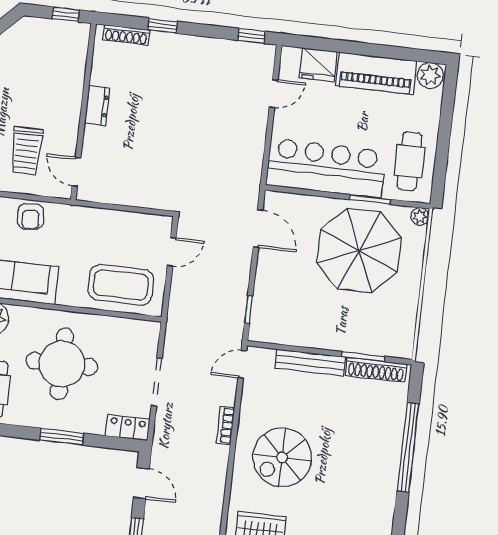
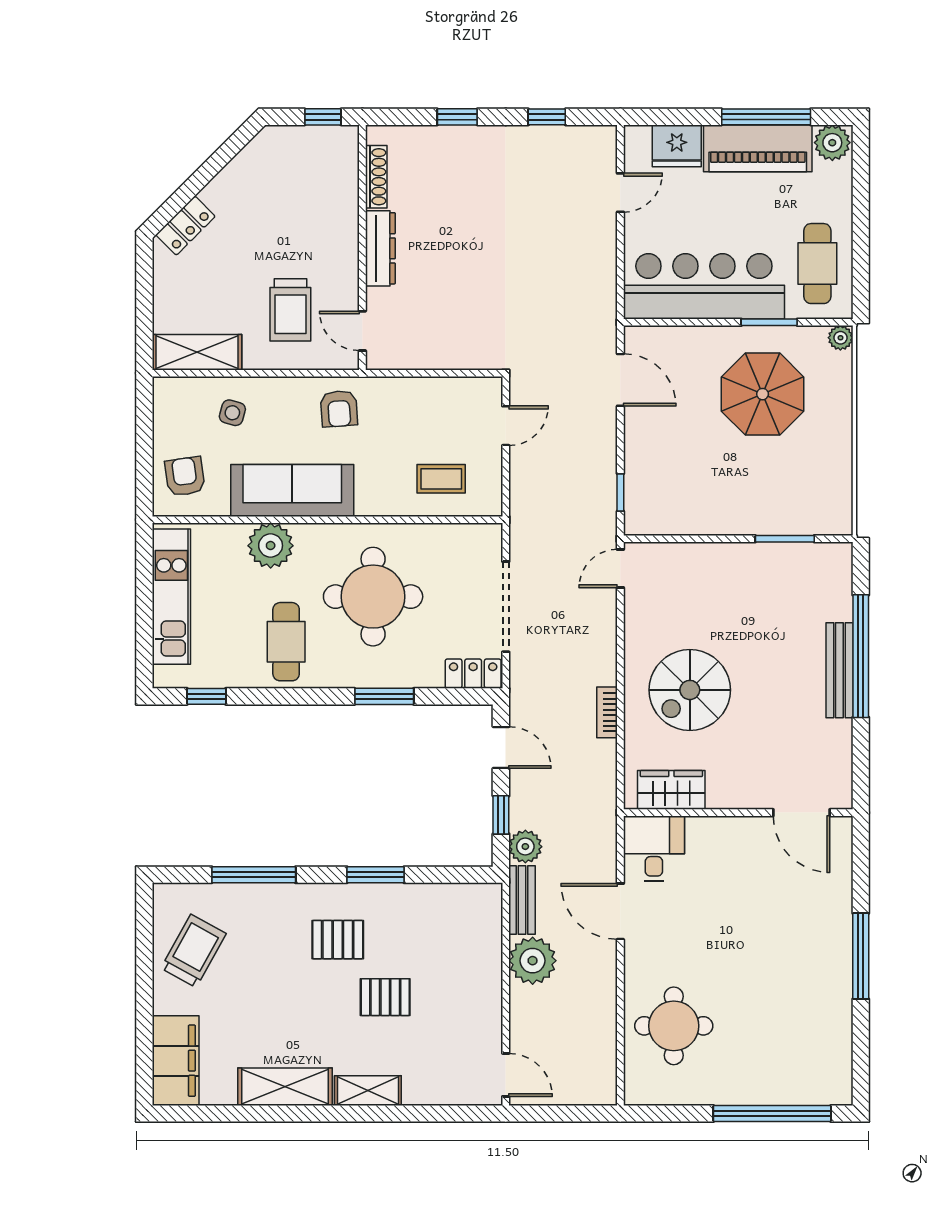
shoe rack: (126, 35) -> (376, 177), moved, turned -90
window: (252, 36) -> (547, 117), moved
window: (385, 51) -> (766, 117), added
dresser: (97, 106) -> (380, 248), width x1.44
armchair: (31, 216) -> (339, 409), moved
parasol: (359, 251) -> (763, 394), width x0.73, depth x0.73
coffee table: (121, 285) -> (441, 479), width x0.54, depth x0.58
bench: (310, 362) -> (839, 670), moved, turned 90
shoe rack: (376, 370) -> (805, 555), removed
doorway: (157, 382) -> (506, 607), width x1.36
bookcase: (225, 425) -> (607, 712), moved

